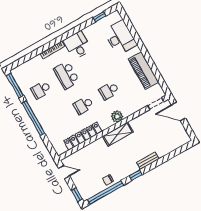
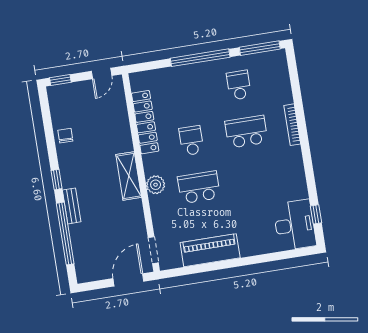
desk: (120, 38) -> (295, 225), moved, turned -90
desk: (77, 45) -> (285, 165), removed
school desk: (109, 91) -> (199, 187), width x1.85
window: (105, 192) -> (65, 233), moved

